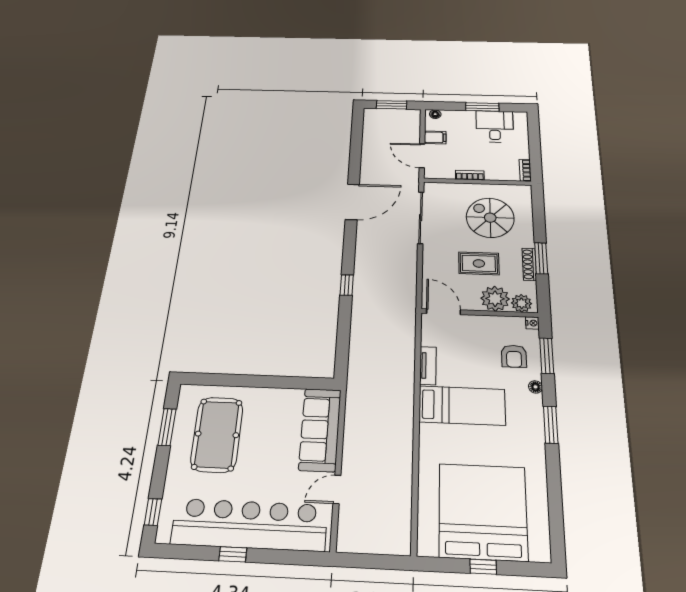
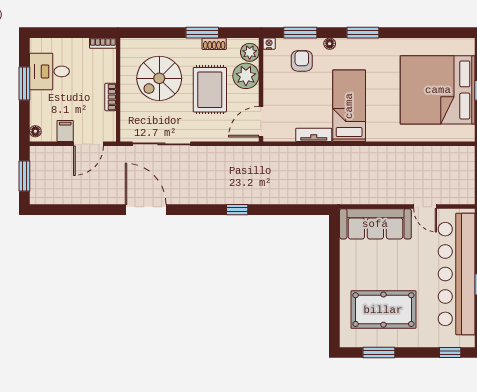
rug: (479, 263) -> (210, 90), width x1.36, depth x1.43
shoe rack: (529, 264) -> (214, 44), width x0.70
armchair: (514, 356) -> (302, 61), turned -90

